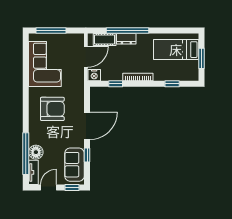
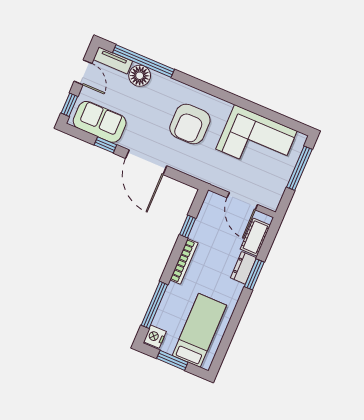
window: (128, 31) -> (254, 274), width x0.47
nightstand: (94, 75) -> (155, 337), moved
window: (172, 84) -> (154, 305), width x2.17

